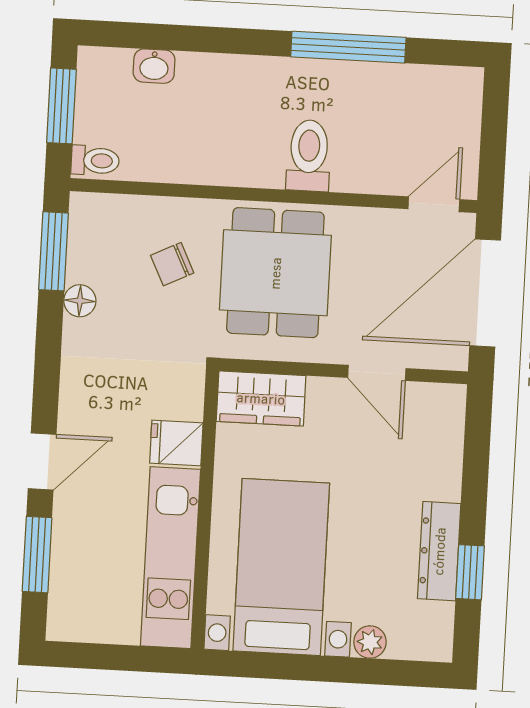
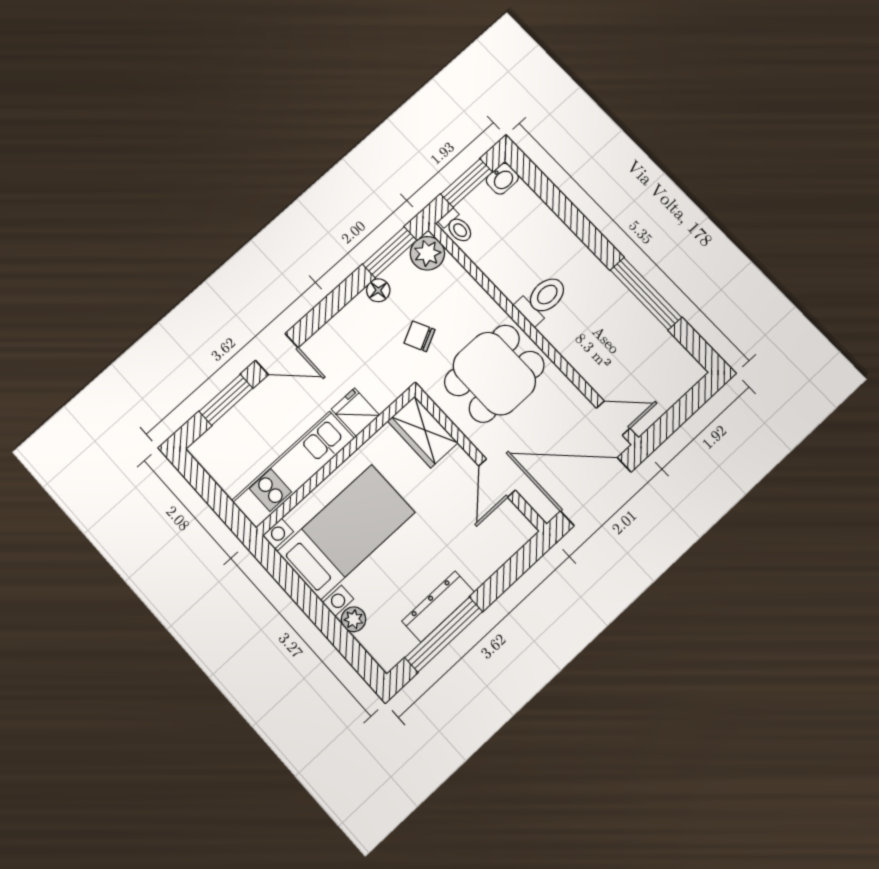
washbasin: (154, 66) -> (502, 179), moved, turned -90
toilet: (309, 156) -> (542, 299), moved
plant: (92, 216) -> (427, 253), added
chair: (172, 264) -> (419, 336), moved
window: (470, 572) -> (444, 635), width x2.17

